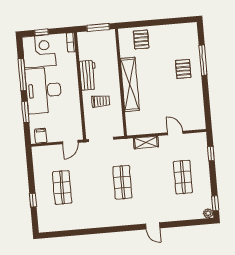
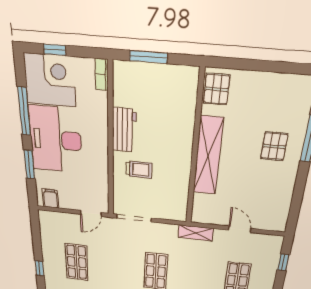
wall: (121, 82) -> (195, 151), moved
shelving: (130, 84) -> (208, 156), moved

